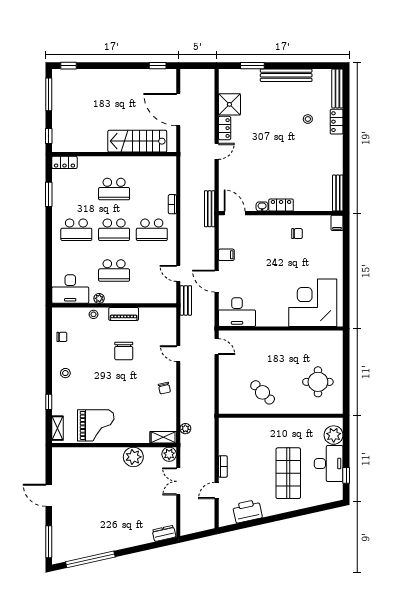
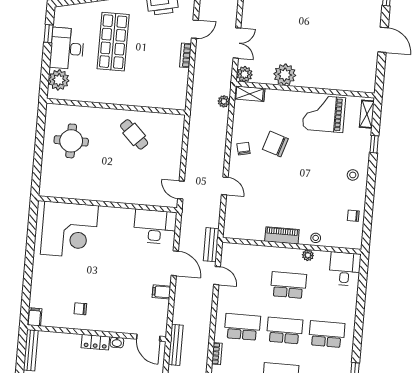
desk: (70, 289) -> (345, 269), width x0.73
chair: (124, 351) -> (275, 144), moved, turned -72

